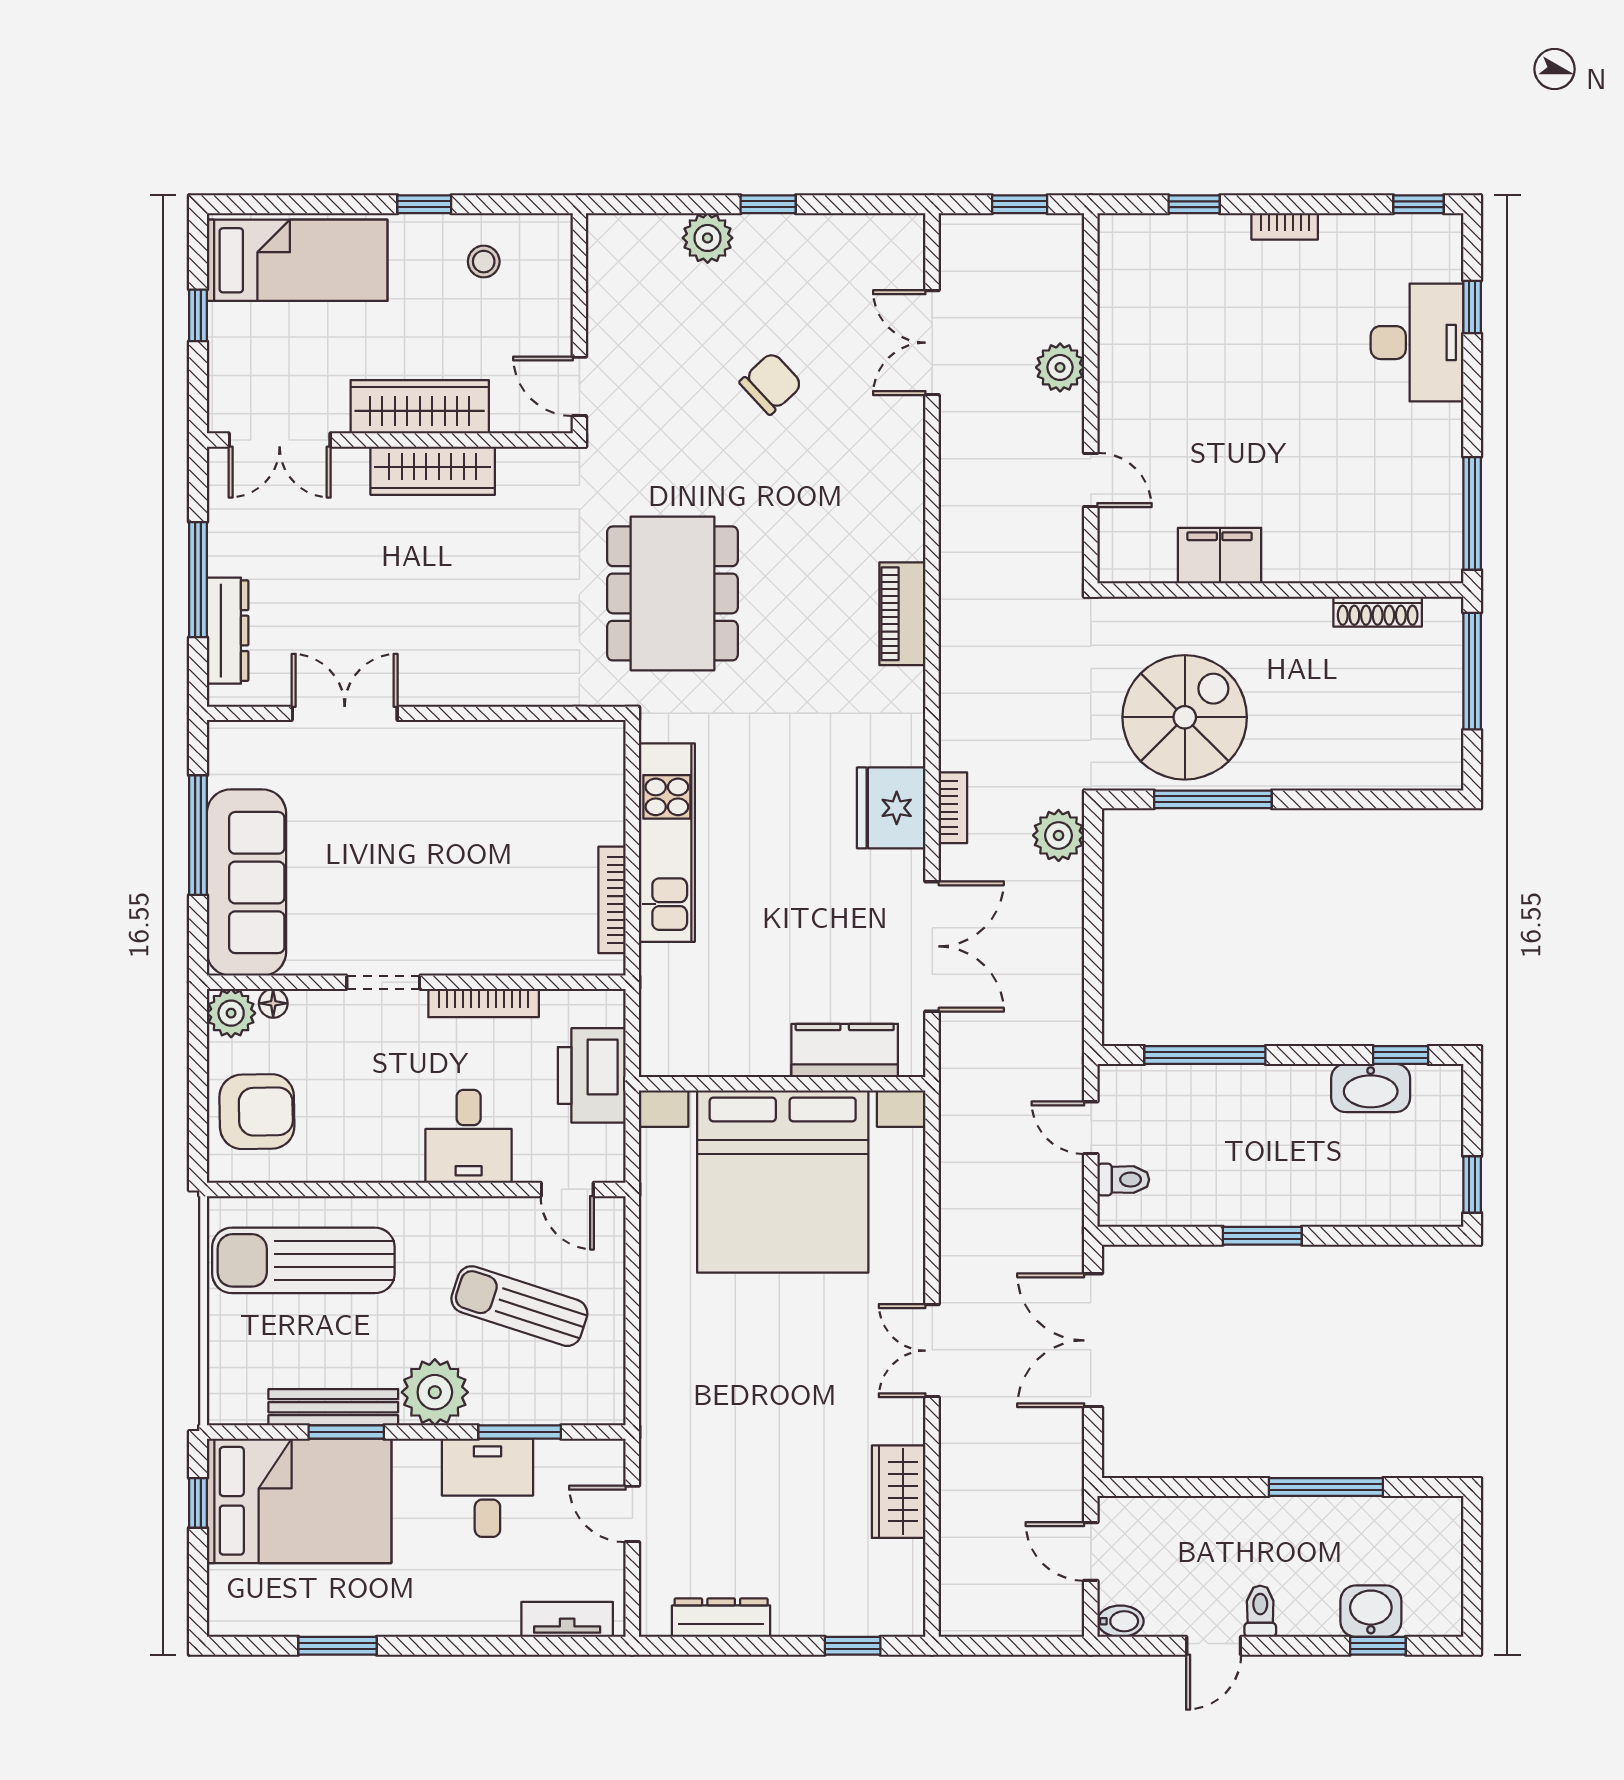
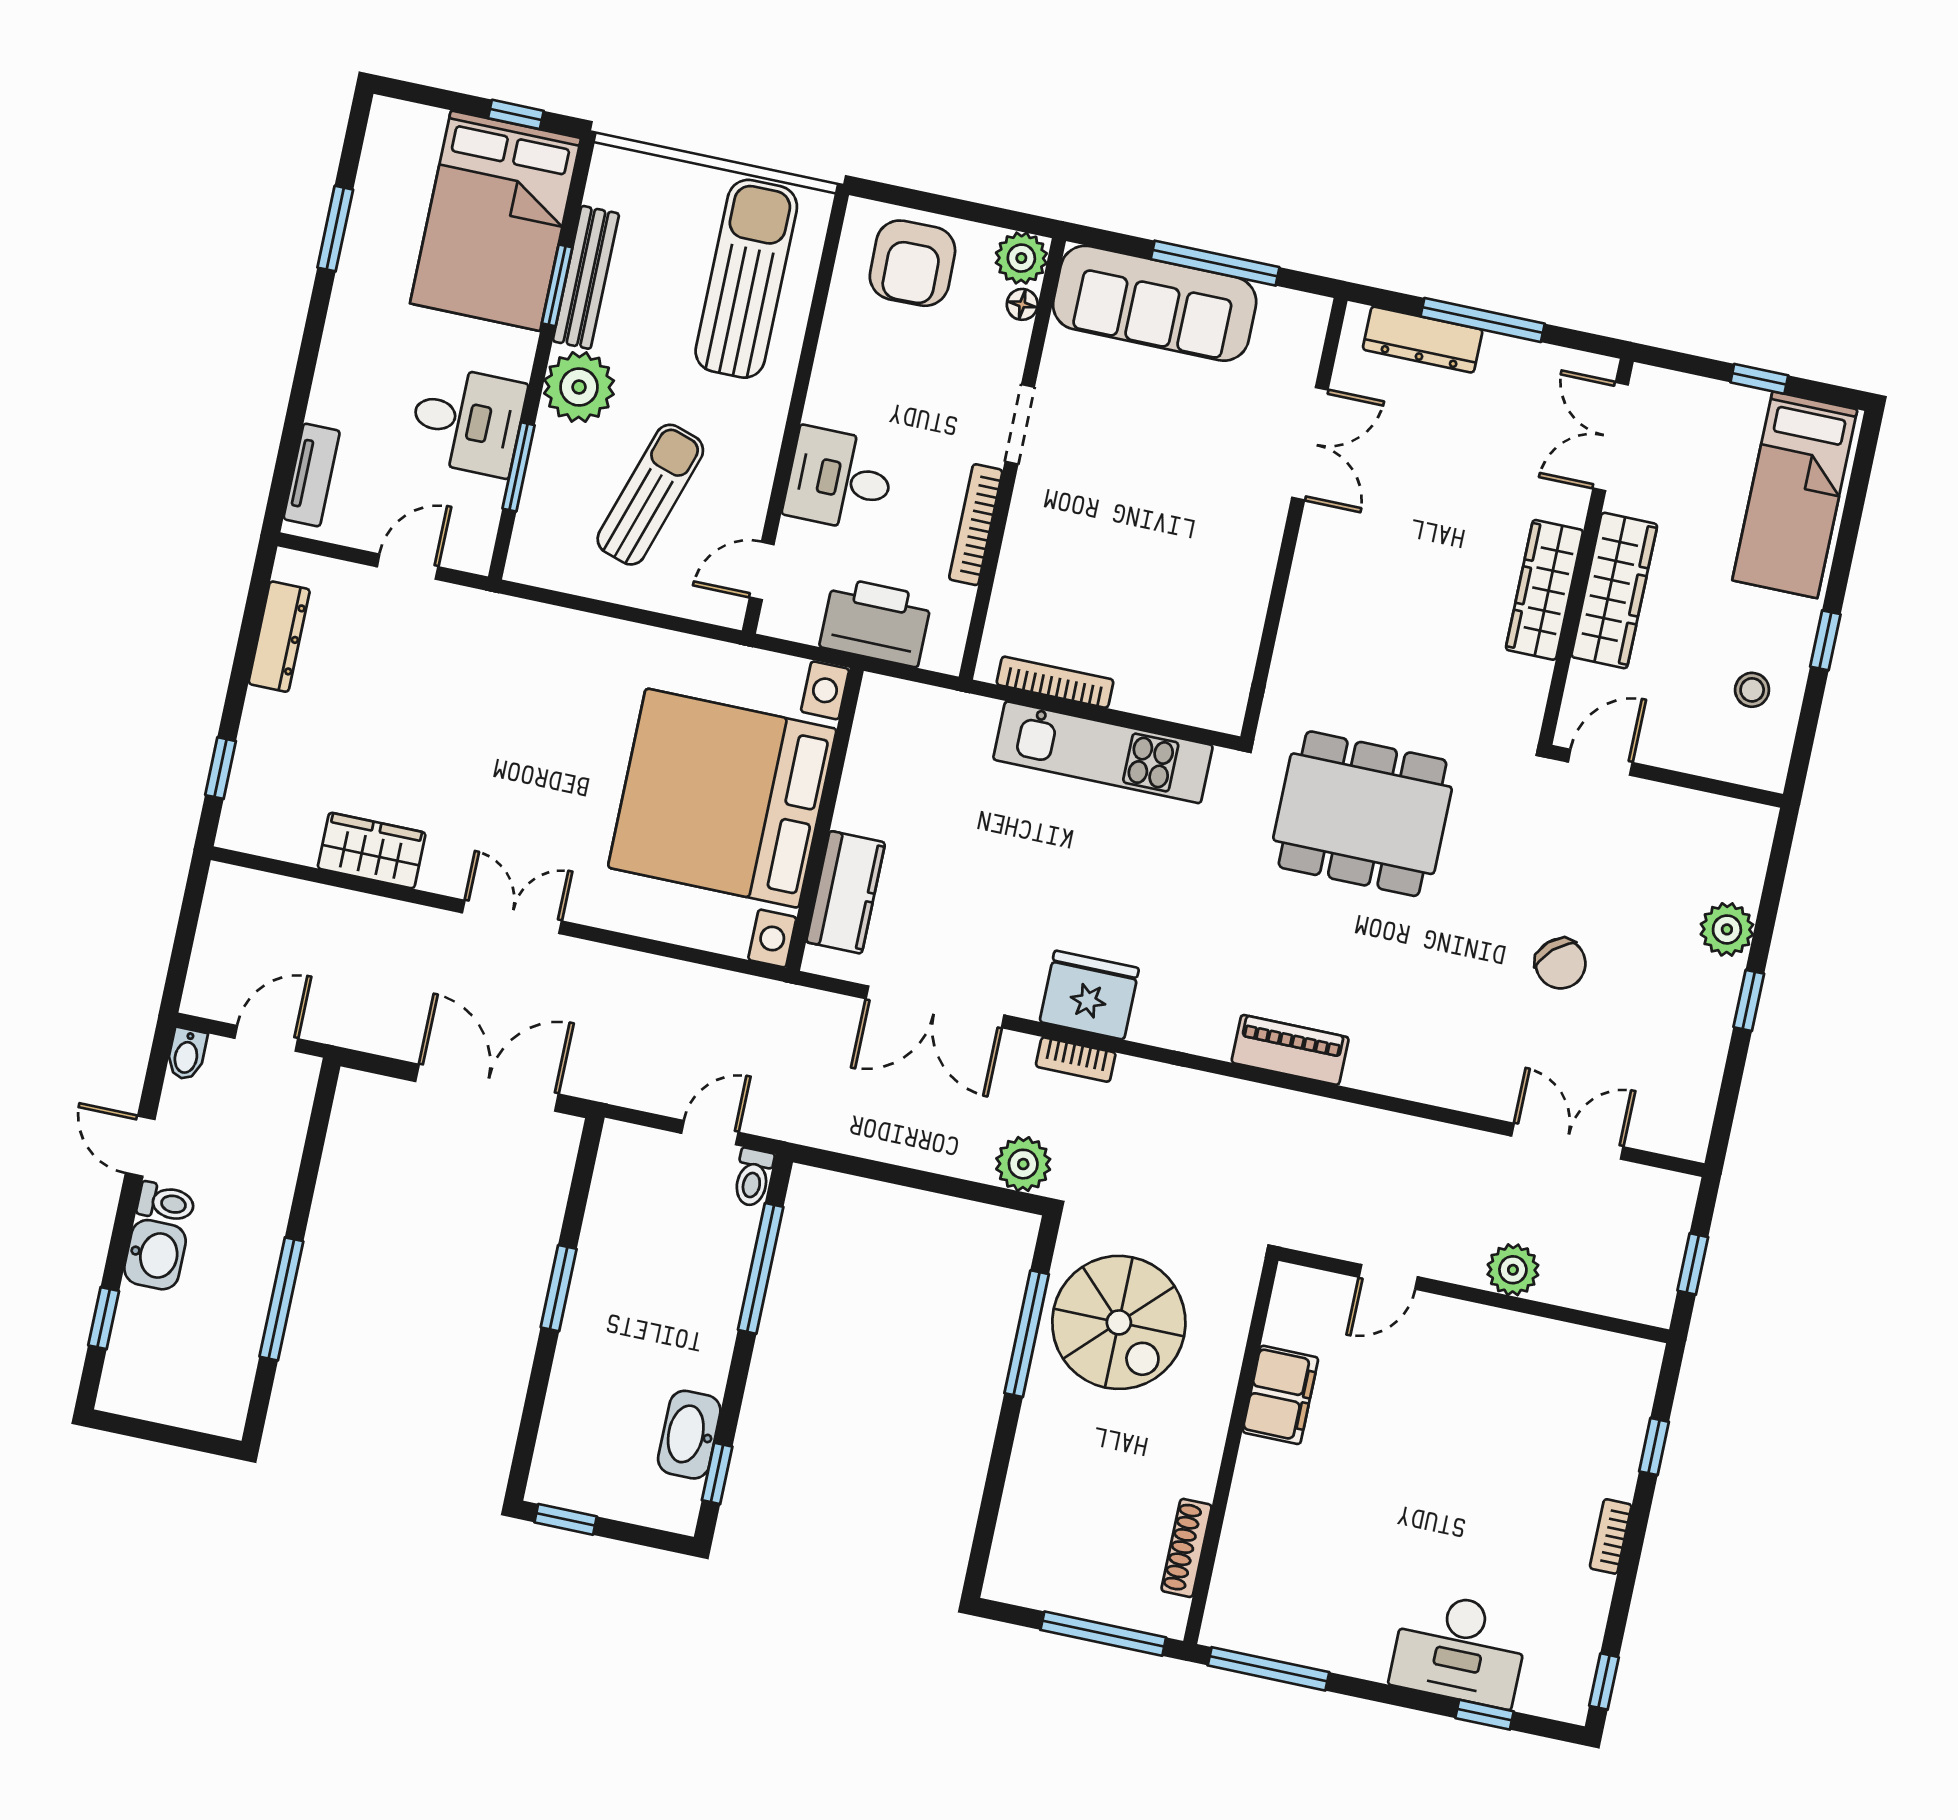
toilet: (1123, 1180) -> (753, 1177), moved
washbasin: (1371, 1611) -> (155, 1255), moved

